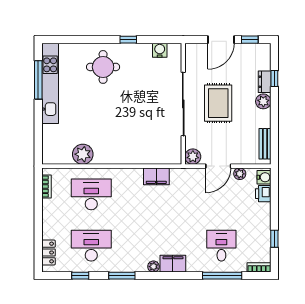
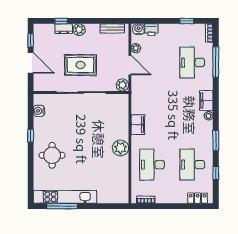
plant: (83, 154) -> (121, 148), moved
filing cabinet: (156, 176) -> (138, 125), moved
desk: (221, 246) -> (192, 63), width x1.37

